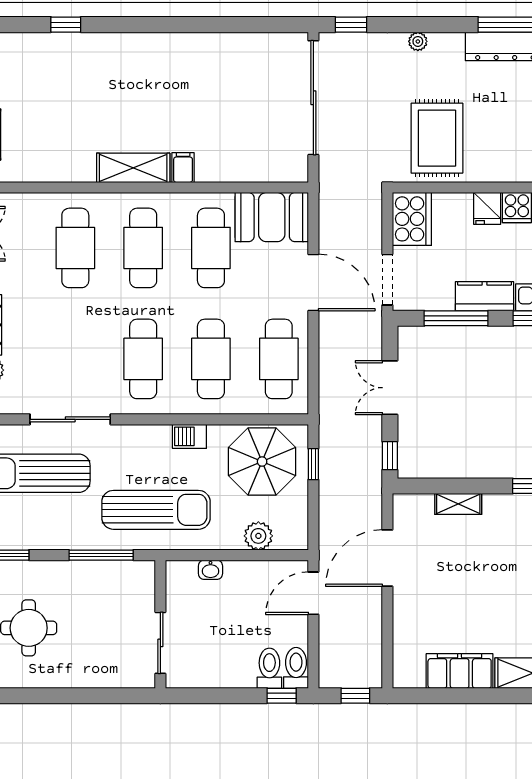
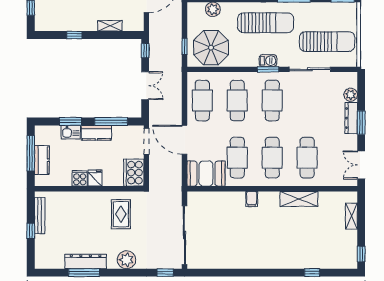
plant: (418, 41) -> (126, 260), width x1.88, depth x1.88
rug: (437, 138) -> (121, 214), width x0.73, depth x0.70
shelving: (133, 168) -> (299, 199), moved
window: (151, 419) -> (268, 69), added
barbecue: (189, 436) -> (268, 61), moved
sun lounger: (156, 510) -> (266, 23), turned 180

